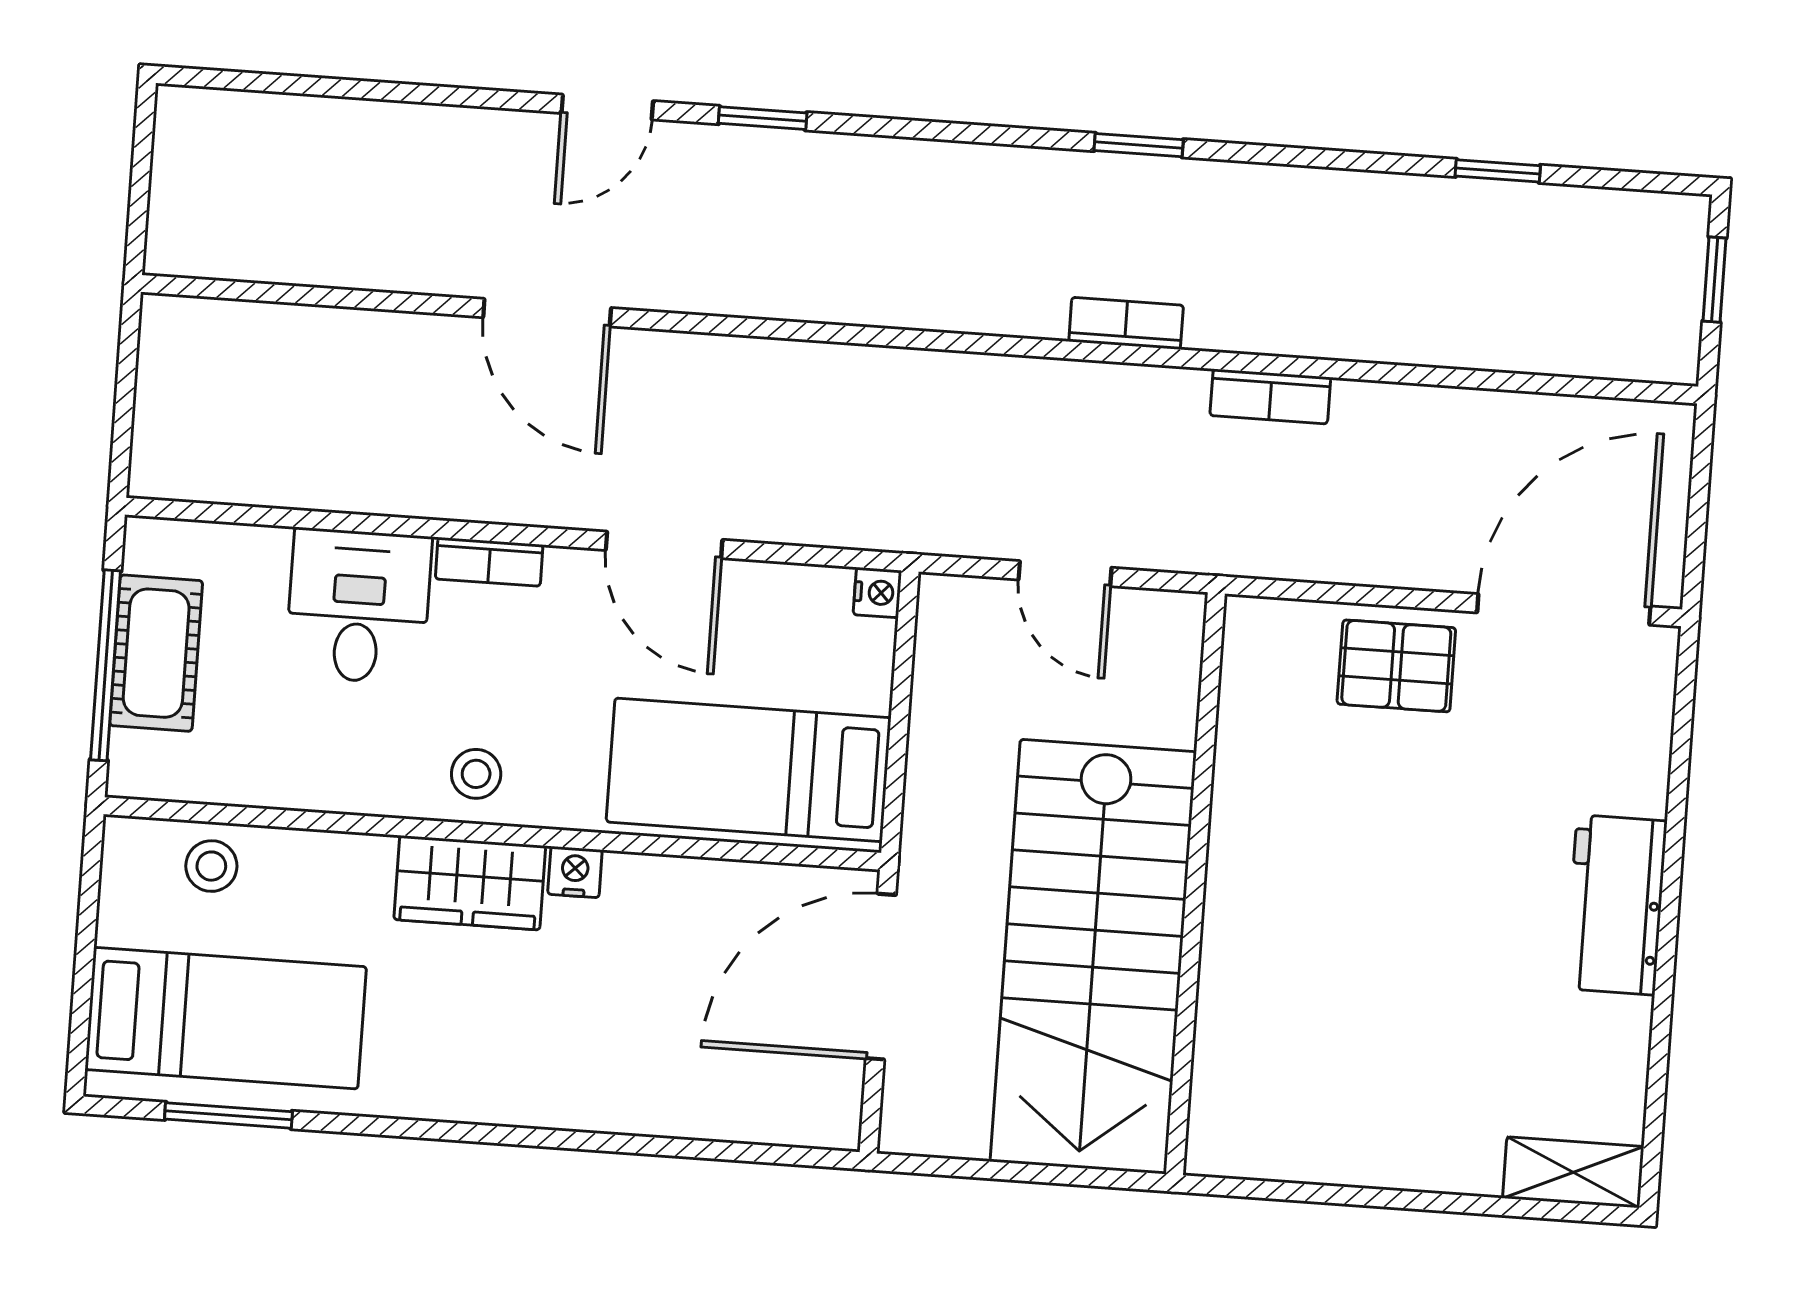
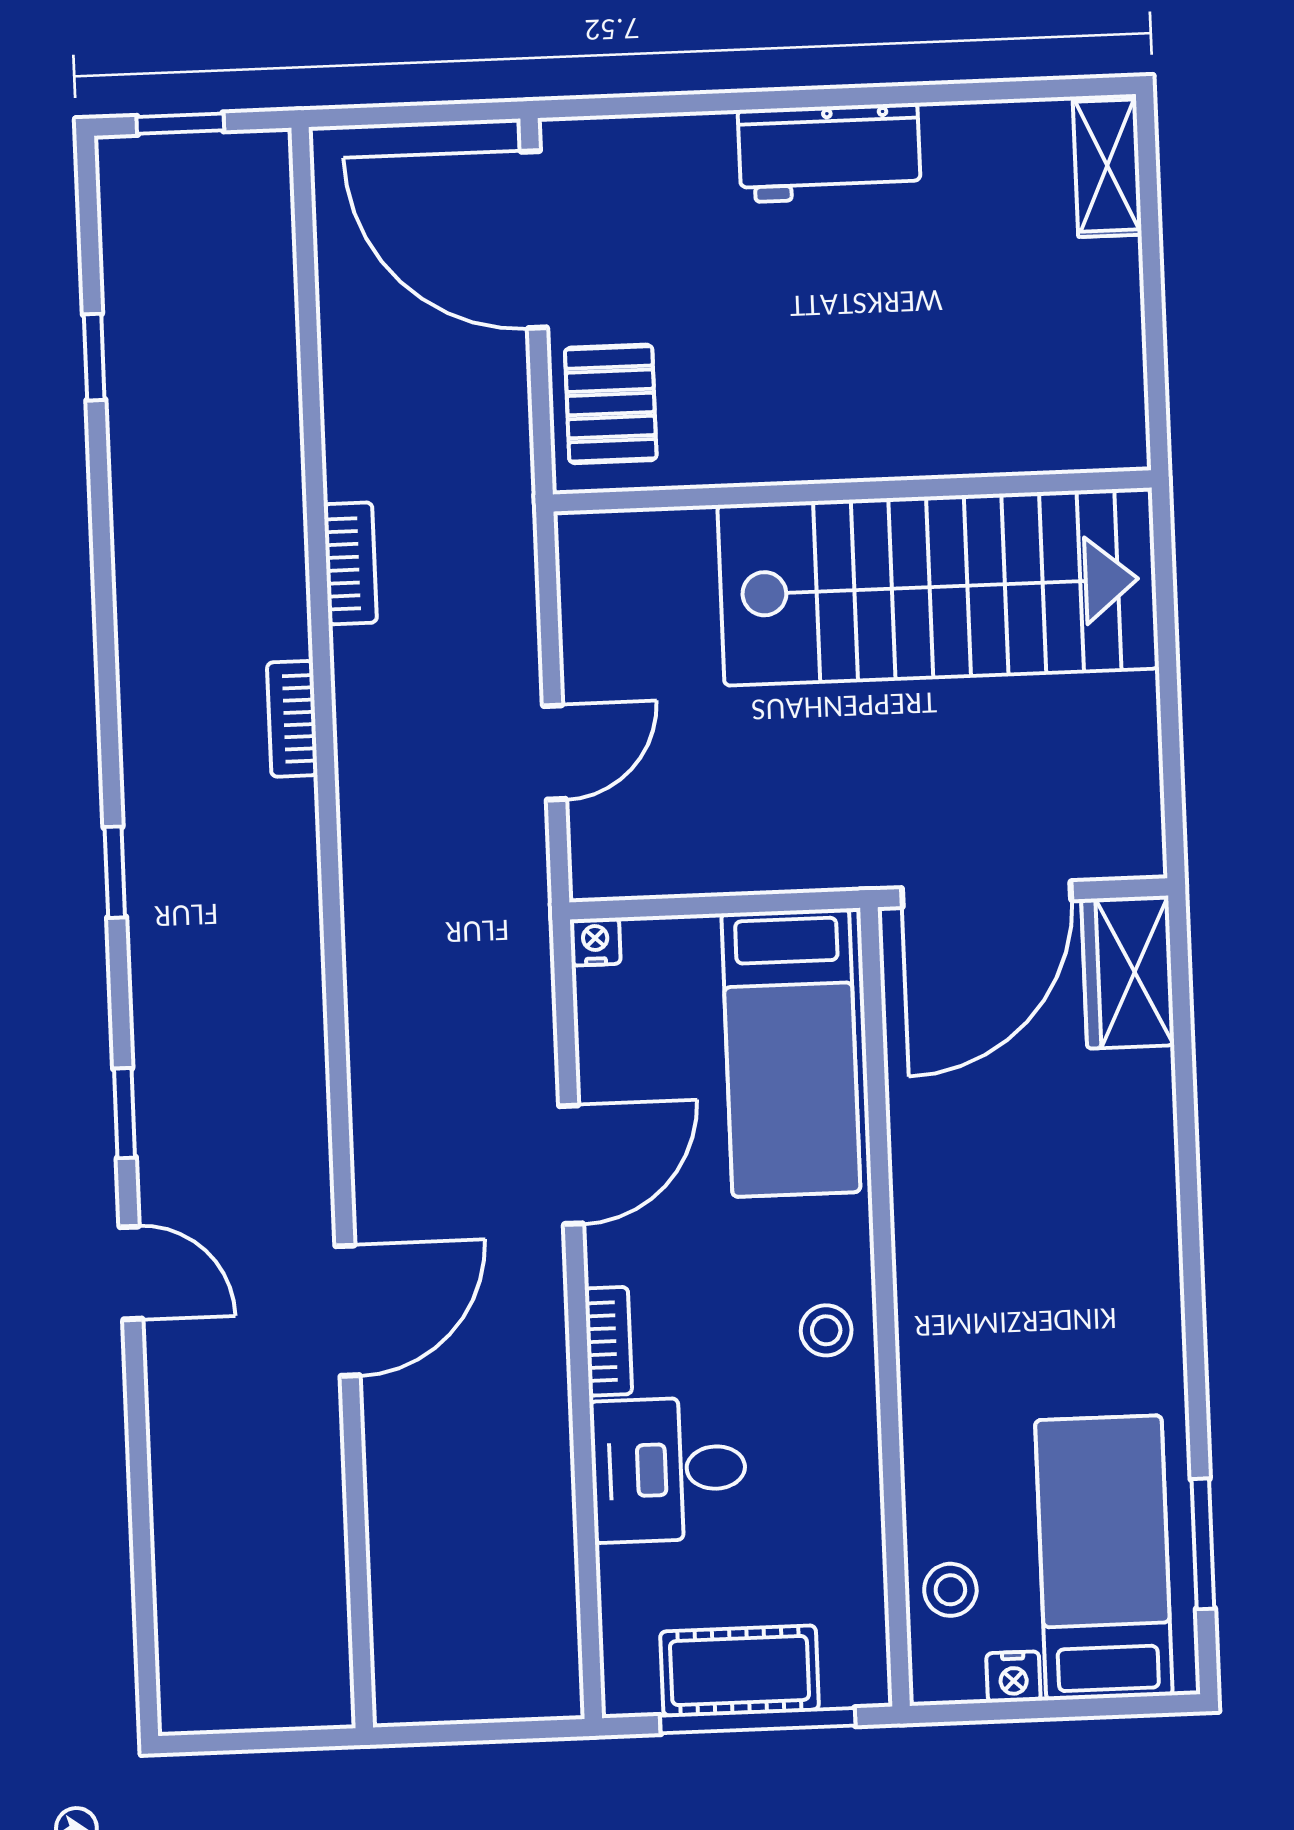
window: (1139, 145) -> (115, 872), moved
nightstand: (575, 872) -> (1013, 1677), moved, turned -90
wardrobe: (470, 883) -> (1128, 972), moved, turned 180
wall: (1195, 884) -> (852, 491), moved
stairs: (1093, 957) -> (938, 587), moved
door: (881, 977) -> (987, 894), hinge flipped

